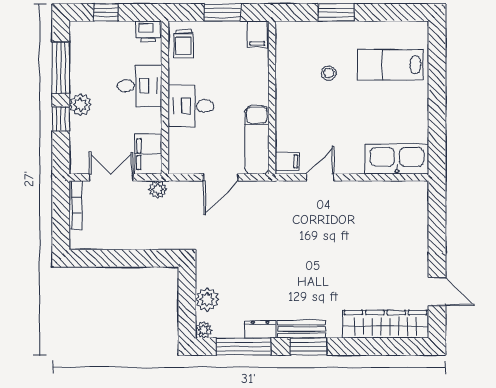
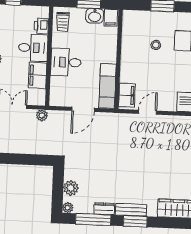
printer: (148, 32) -> (42, 26), moved, turned 90
washbasin: (232, 32) -> (95, 16), added
filing cabinet: (148, 154) -> (38, 75), moved
filing cabinet: (287, 161) -> (127, 95), width x2.00

